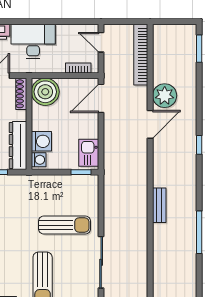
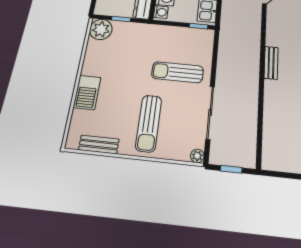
sun lounger: (65, 225) -> (177, 72), turned 180

